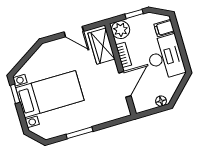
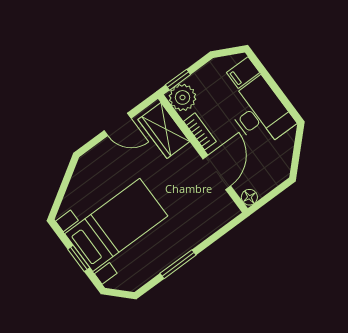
window: (134, 14) -> (178, 80), moved
window: (15, 94) -> (79, 258), moved
floor lamp: (161, 101) -> (249, 197), moved

